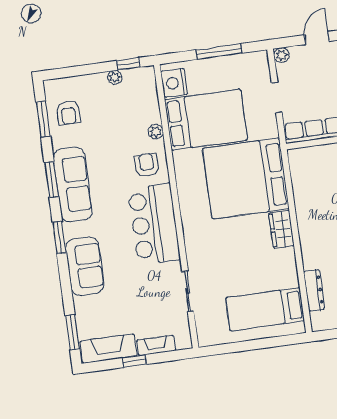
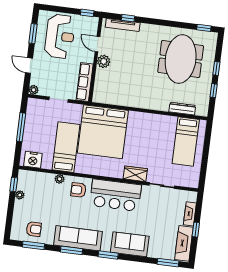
bed: (206, 120) -> (66, 147), width x0.67
wardrobe: (282, 229) -> (135, 174), moved, turned 180

